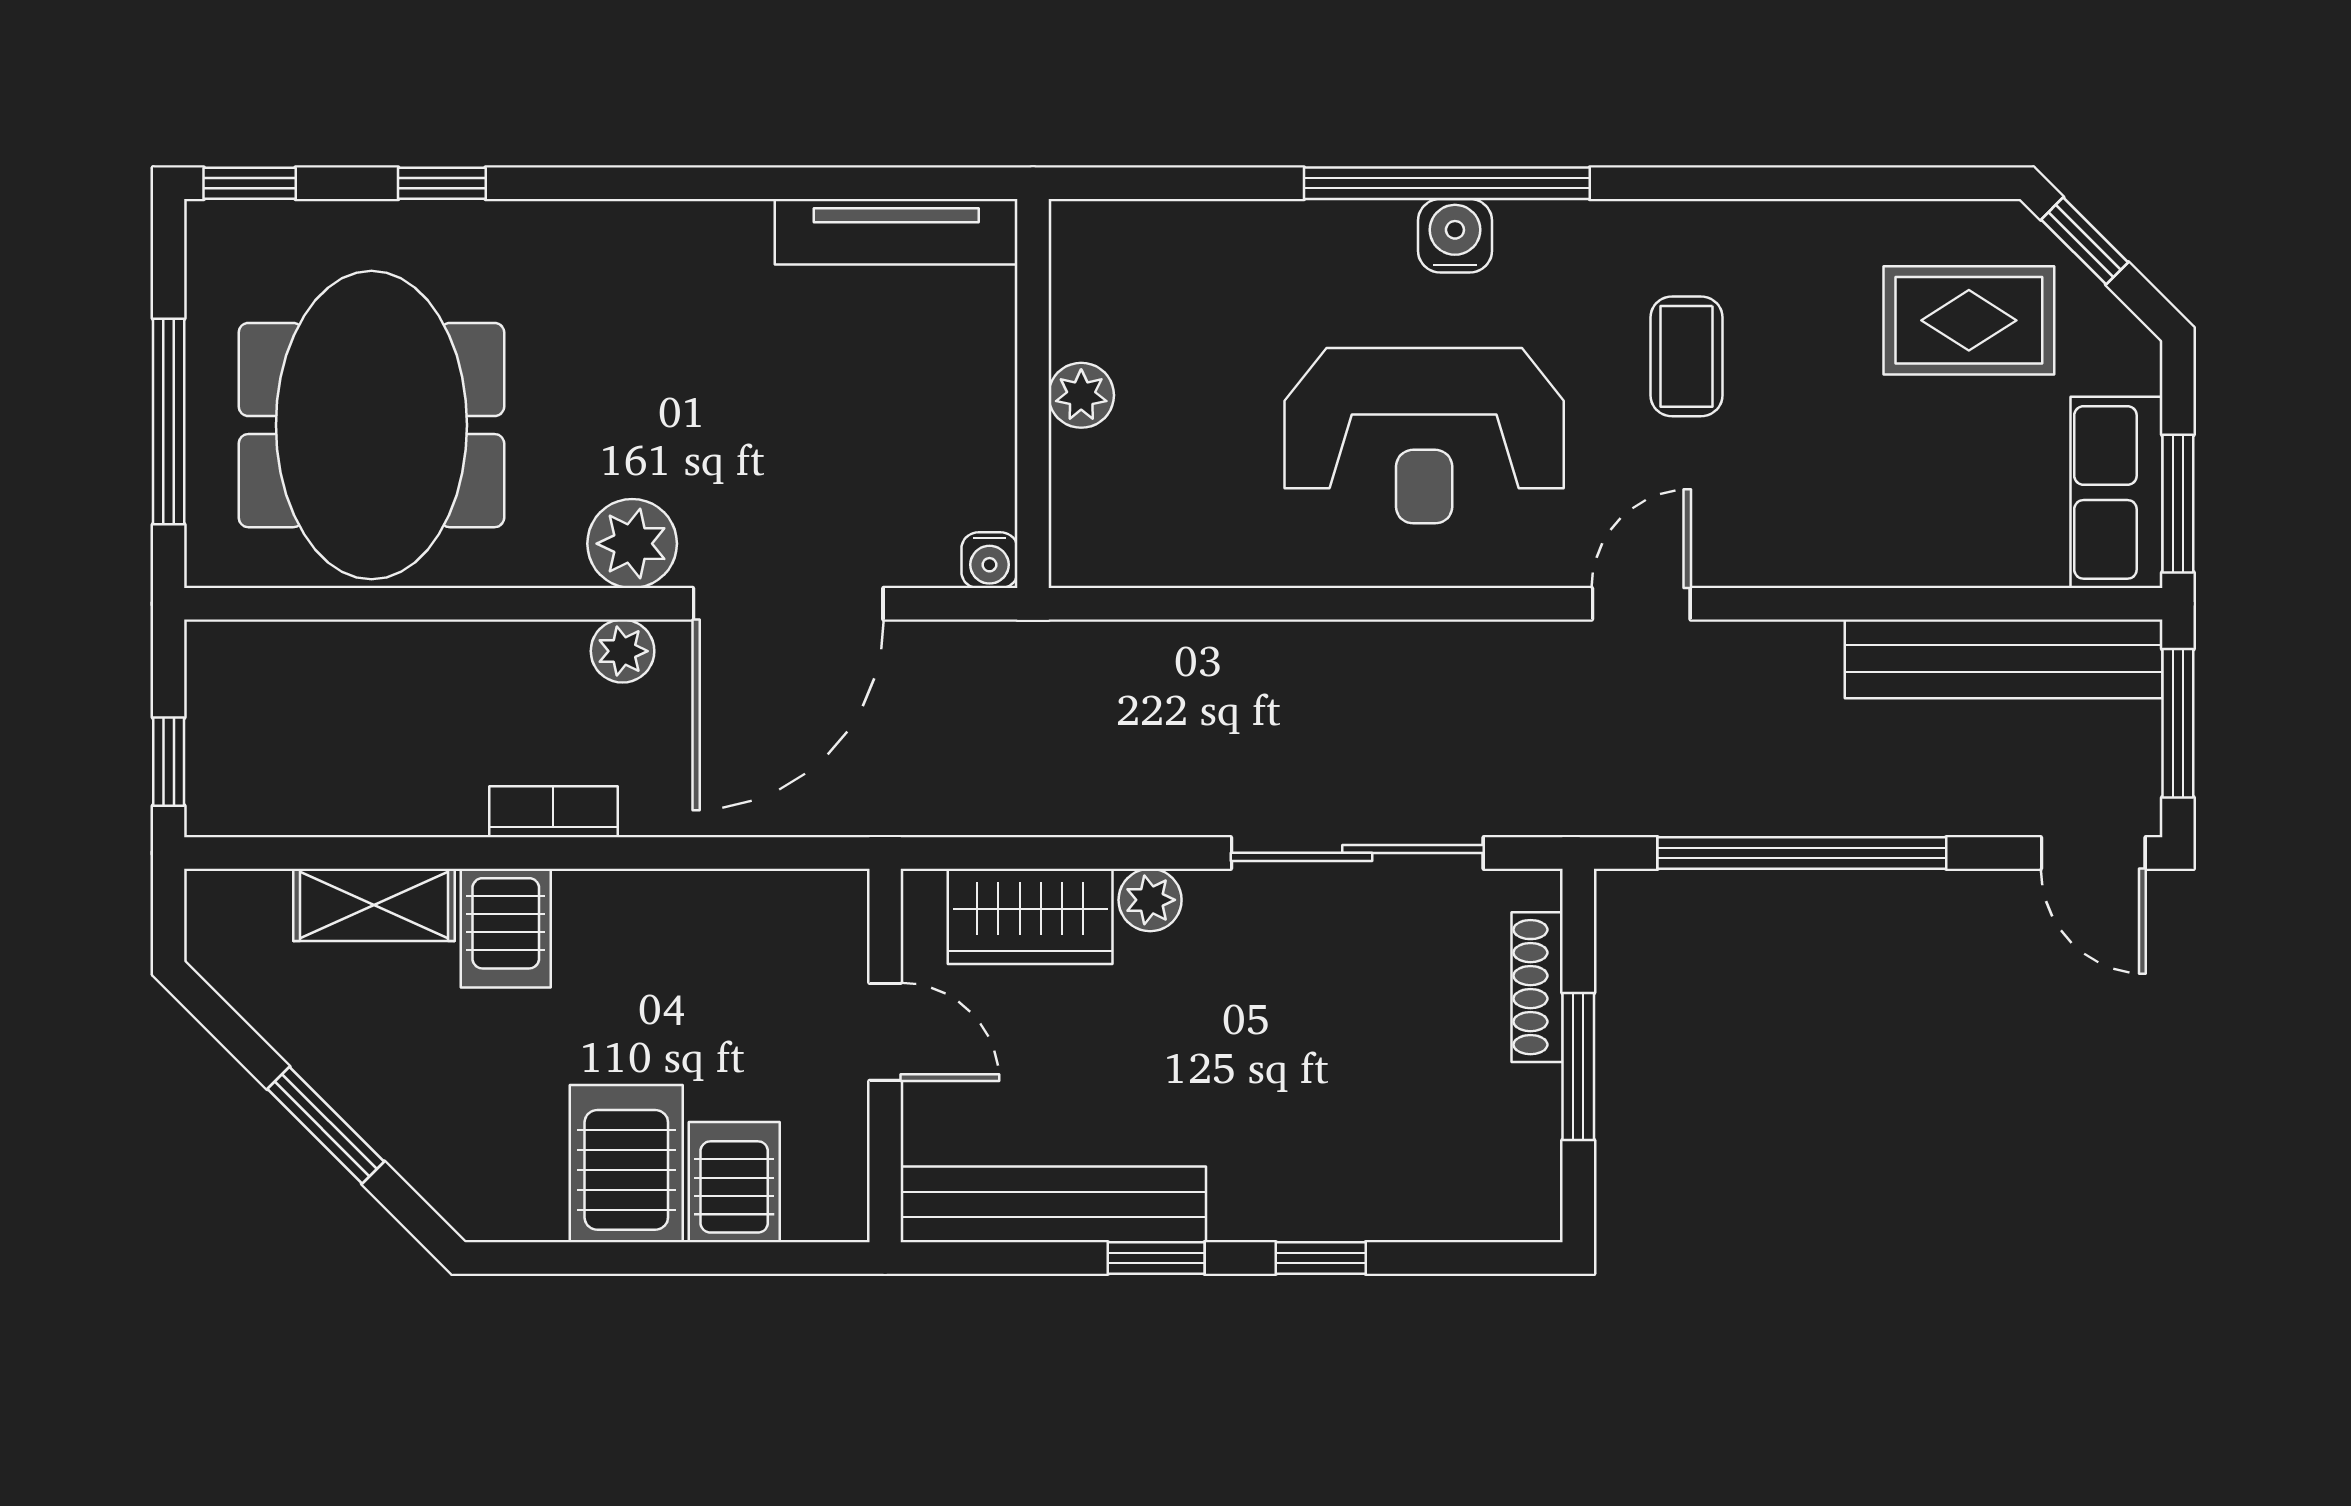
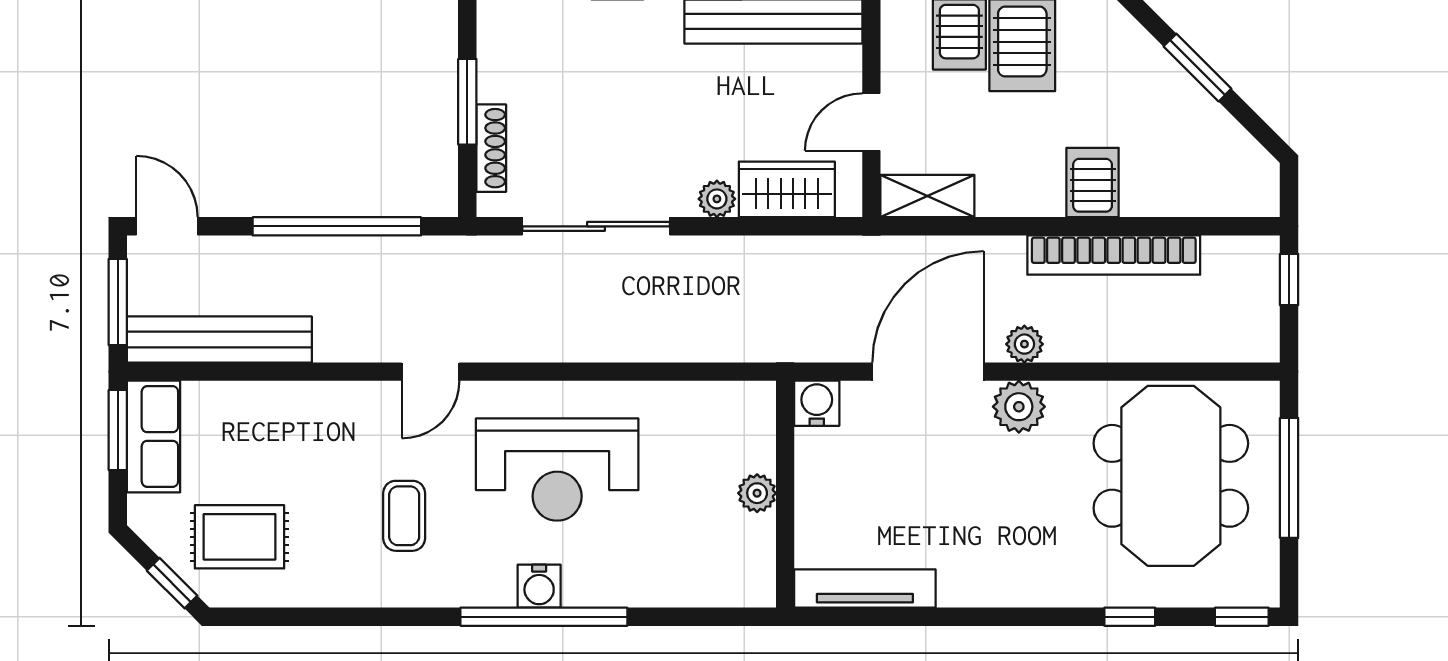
reception desk: (1424, 436) -> (557, 470), turned 180
water cooler: (989, 560) -> (817, 403), width x1.38, depth x1.38
bookcase: (553, 812) -> (1114, 255), width x2.31, depth x1.31
shelving: (374, 905) -> (927, 196), moved
door: (885, 1032) -> (871, 122), hinge flipped

